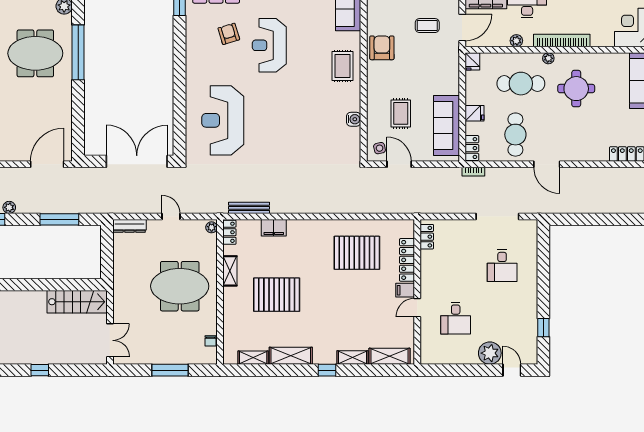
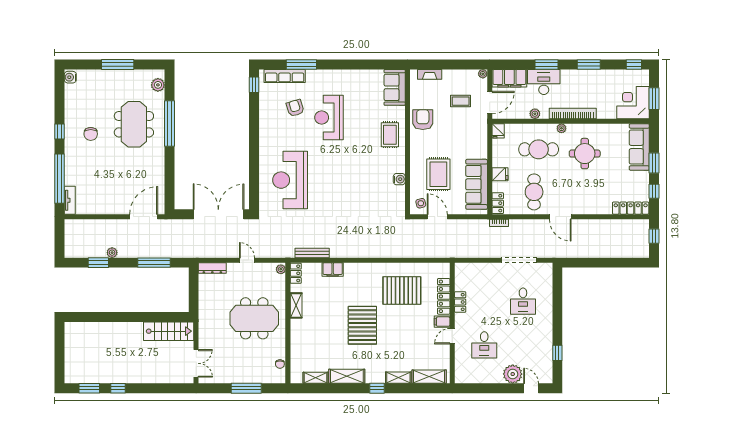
meeting table: (35, 53) -> (134, 124), turned 90
rug: (401, 113) -> (438, 174), width x1.36, depth x1.43
locker: (427, 237) -> (460, 302), moved
pallet: (277, 295) -> (362, 325), moved, turned 90
window: (40, 370) -> (118, 388), moved

